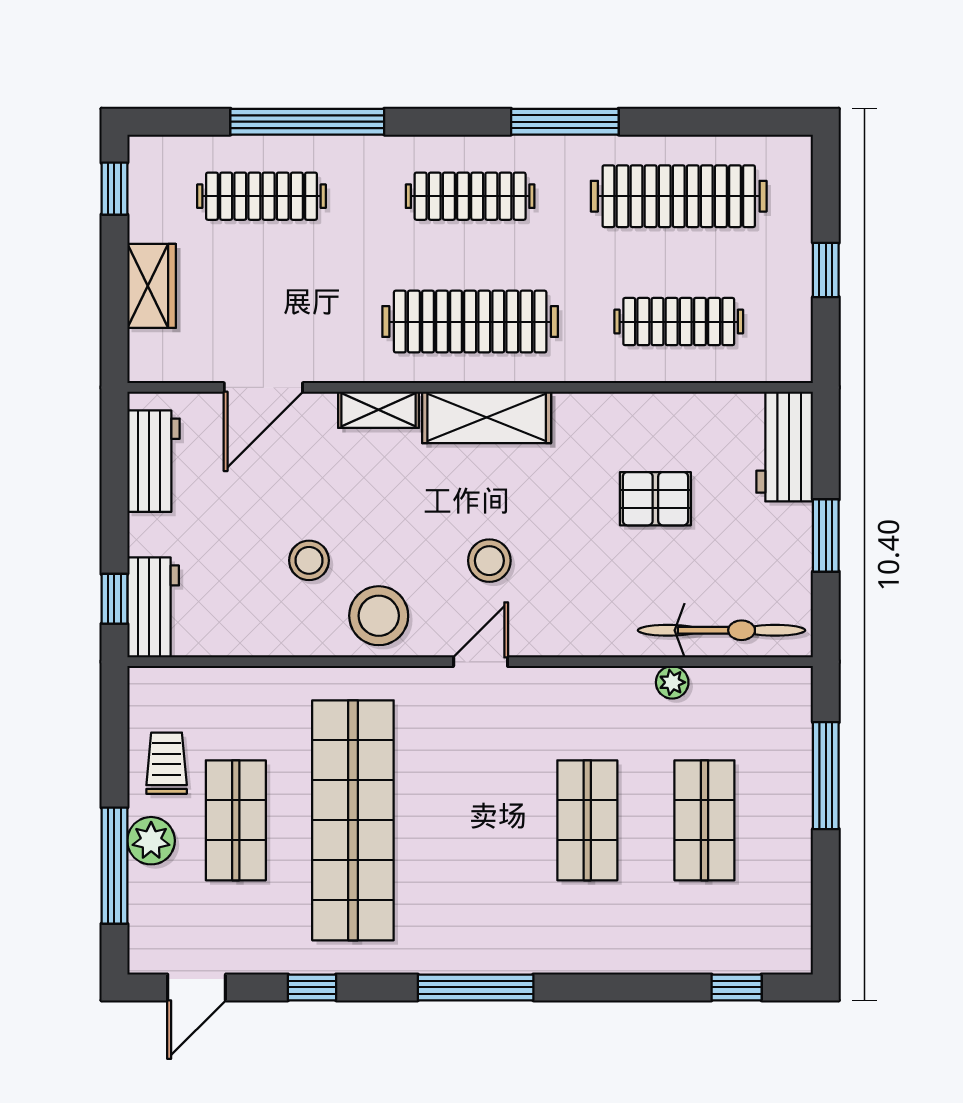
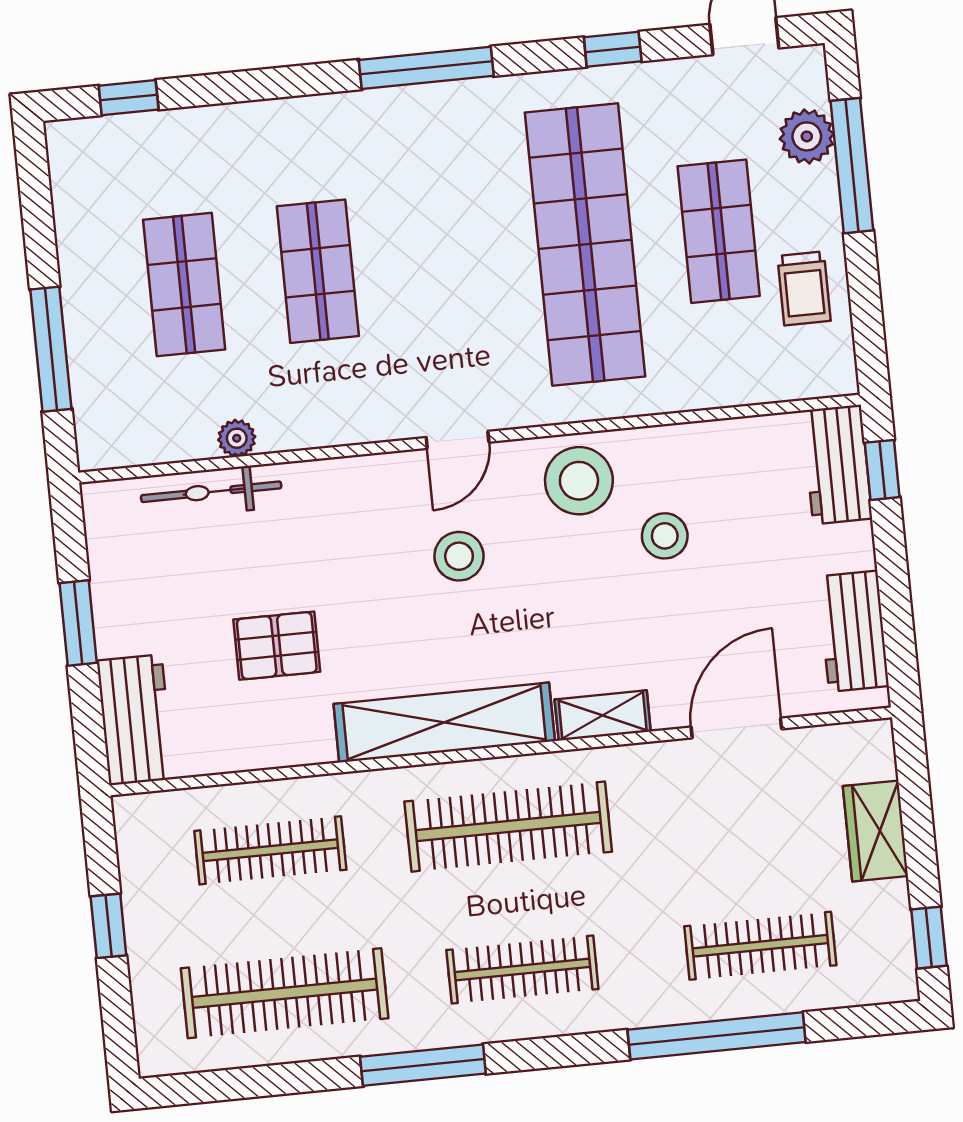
shelving: (487, 417) -> (444, 722), width x1.47
bicycle: (721, 630) -> (211, 492), width x0.73, depth x0.71
plant: (151, 841) -> (807, 136), moved

